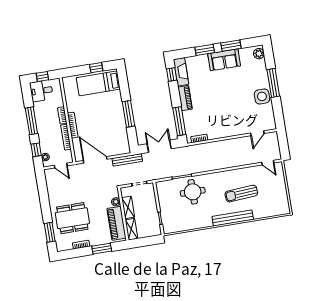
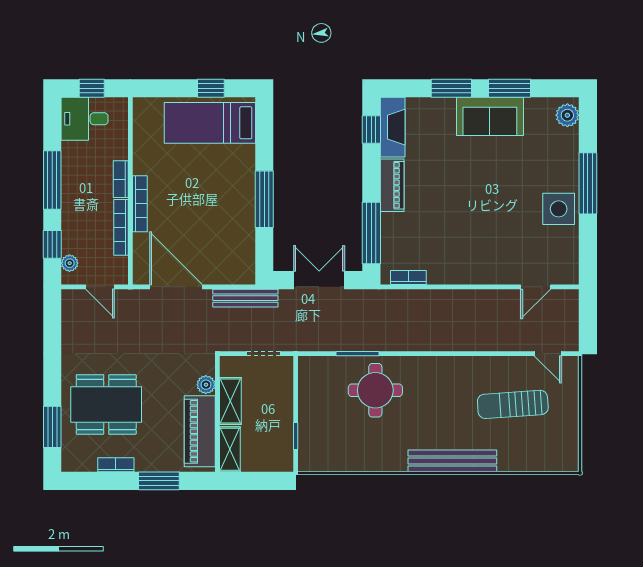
sun lounger: (241, 194) -> (513, 404), moved

